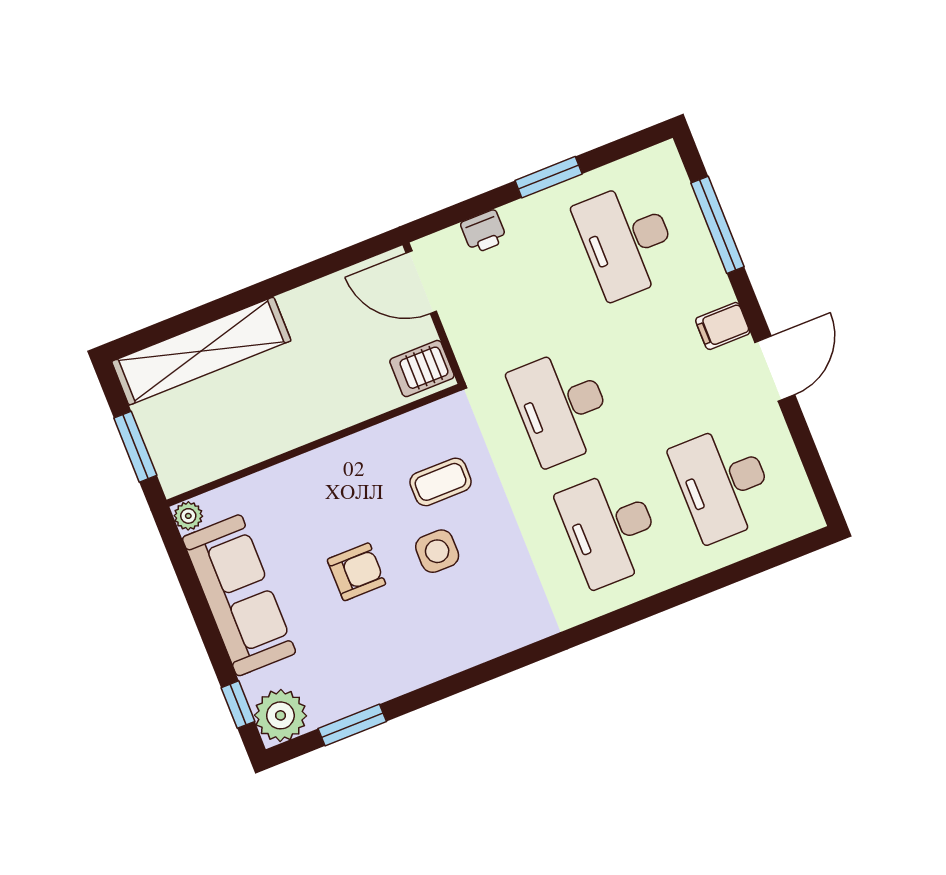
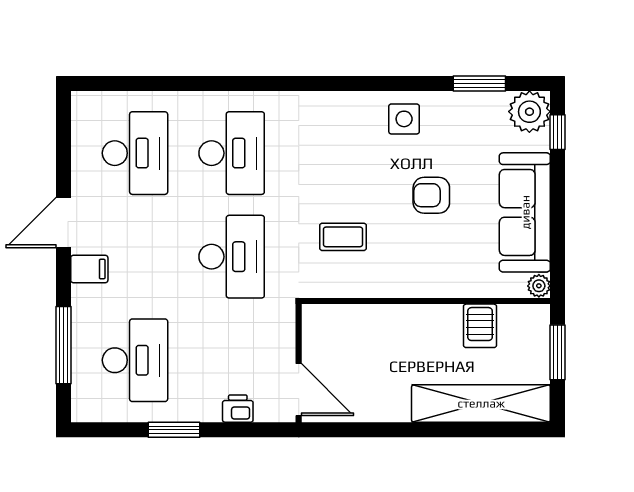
server rack: (422, 369) -> (480, 326), moved, turned 90
side table: (437, 551) -> (404, 119), moved

